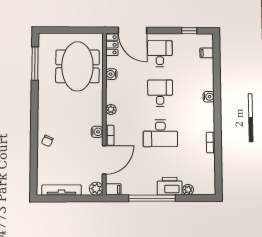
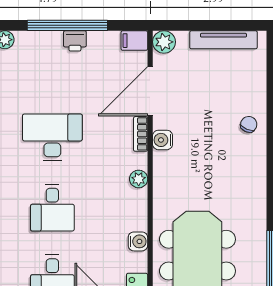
printer: (170, 186) -> (75, 41), moved, width x0.53, depth x0.68

